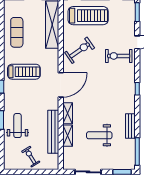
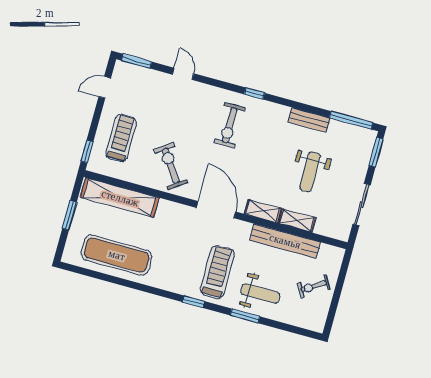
treadmill: (88, 16) -> (121, 138), width x0.73, depth x0.73
exercise mat: (17, 32) -> (117, 255), width x1.36, depth x1.45
exercise bike: (119, 56) -> (229, 125), moved
treadmill: (24, 72) -> (217, 272), moved
weight bench: (18, 126) -> (260, 293), turned 180

